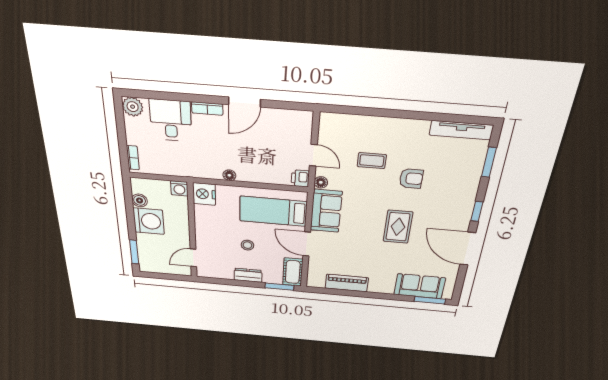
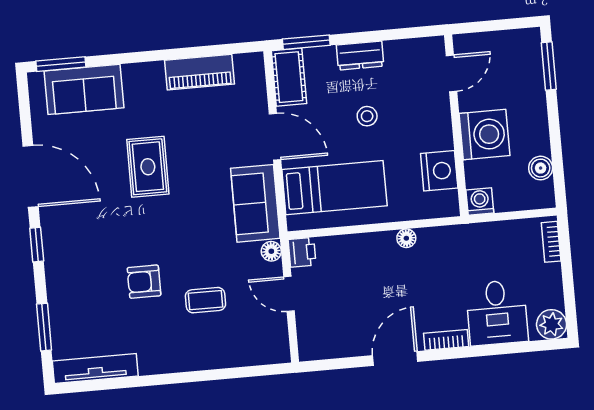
nightstand: (204, 194) -> (439, 171), moved
washing machine: (149, 221) -> (484, 135), moved, turned 180
rug: (398, 227) -> (148, 167), moved

